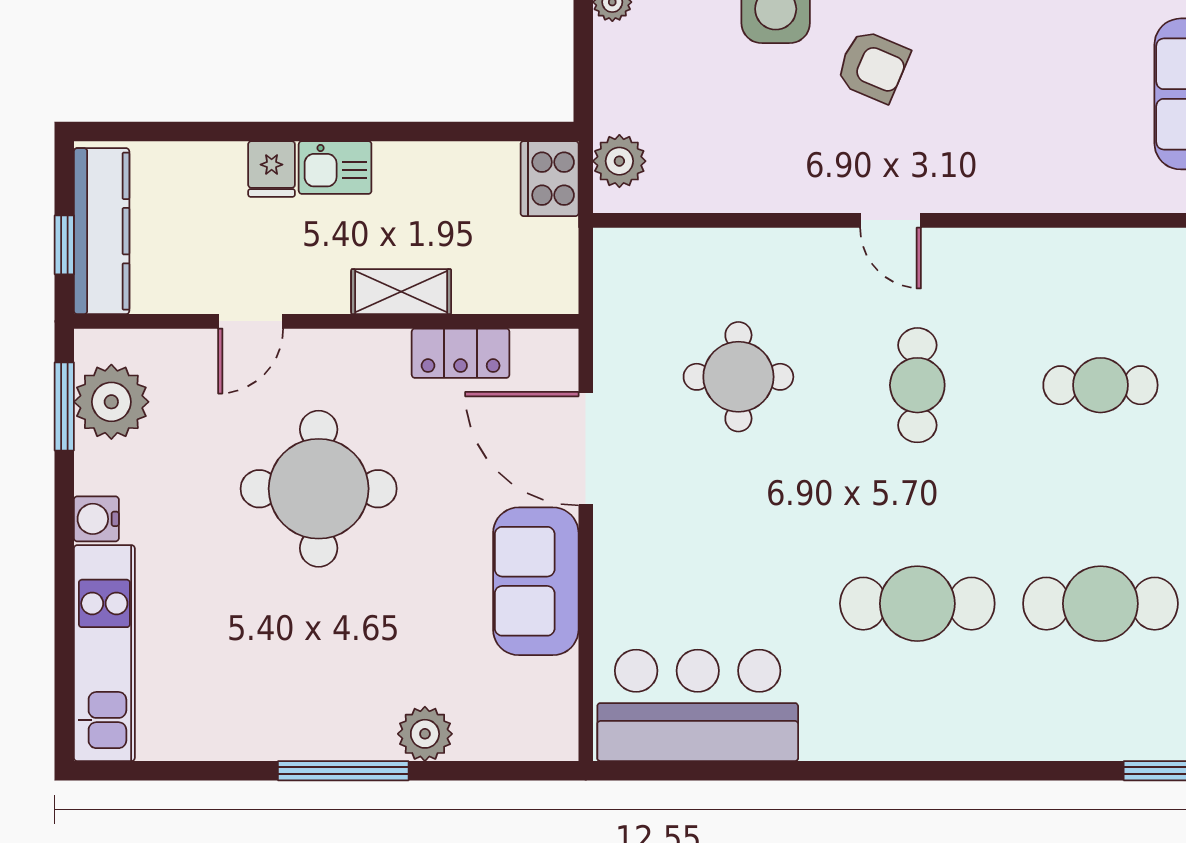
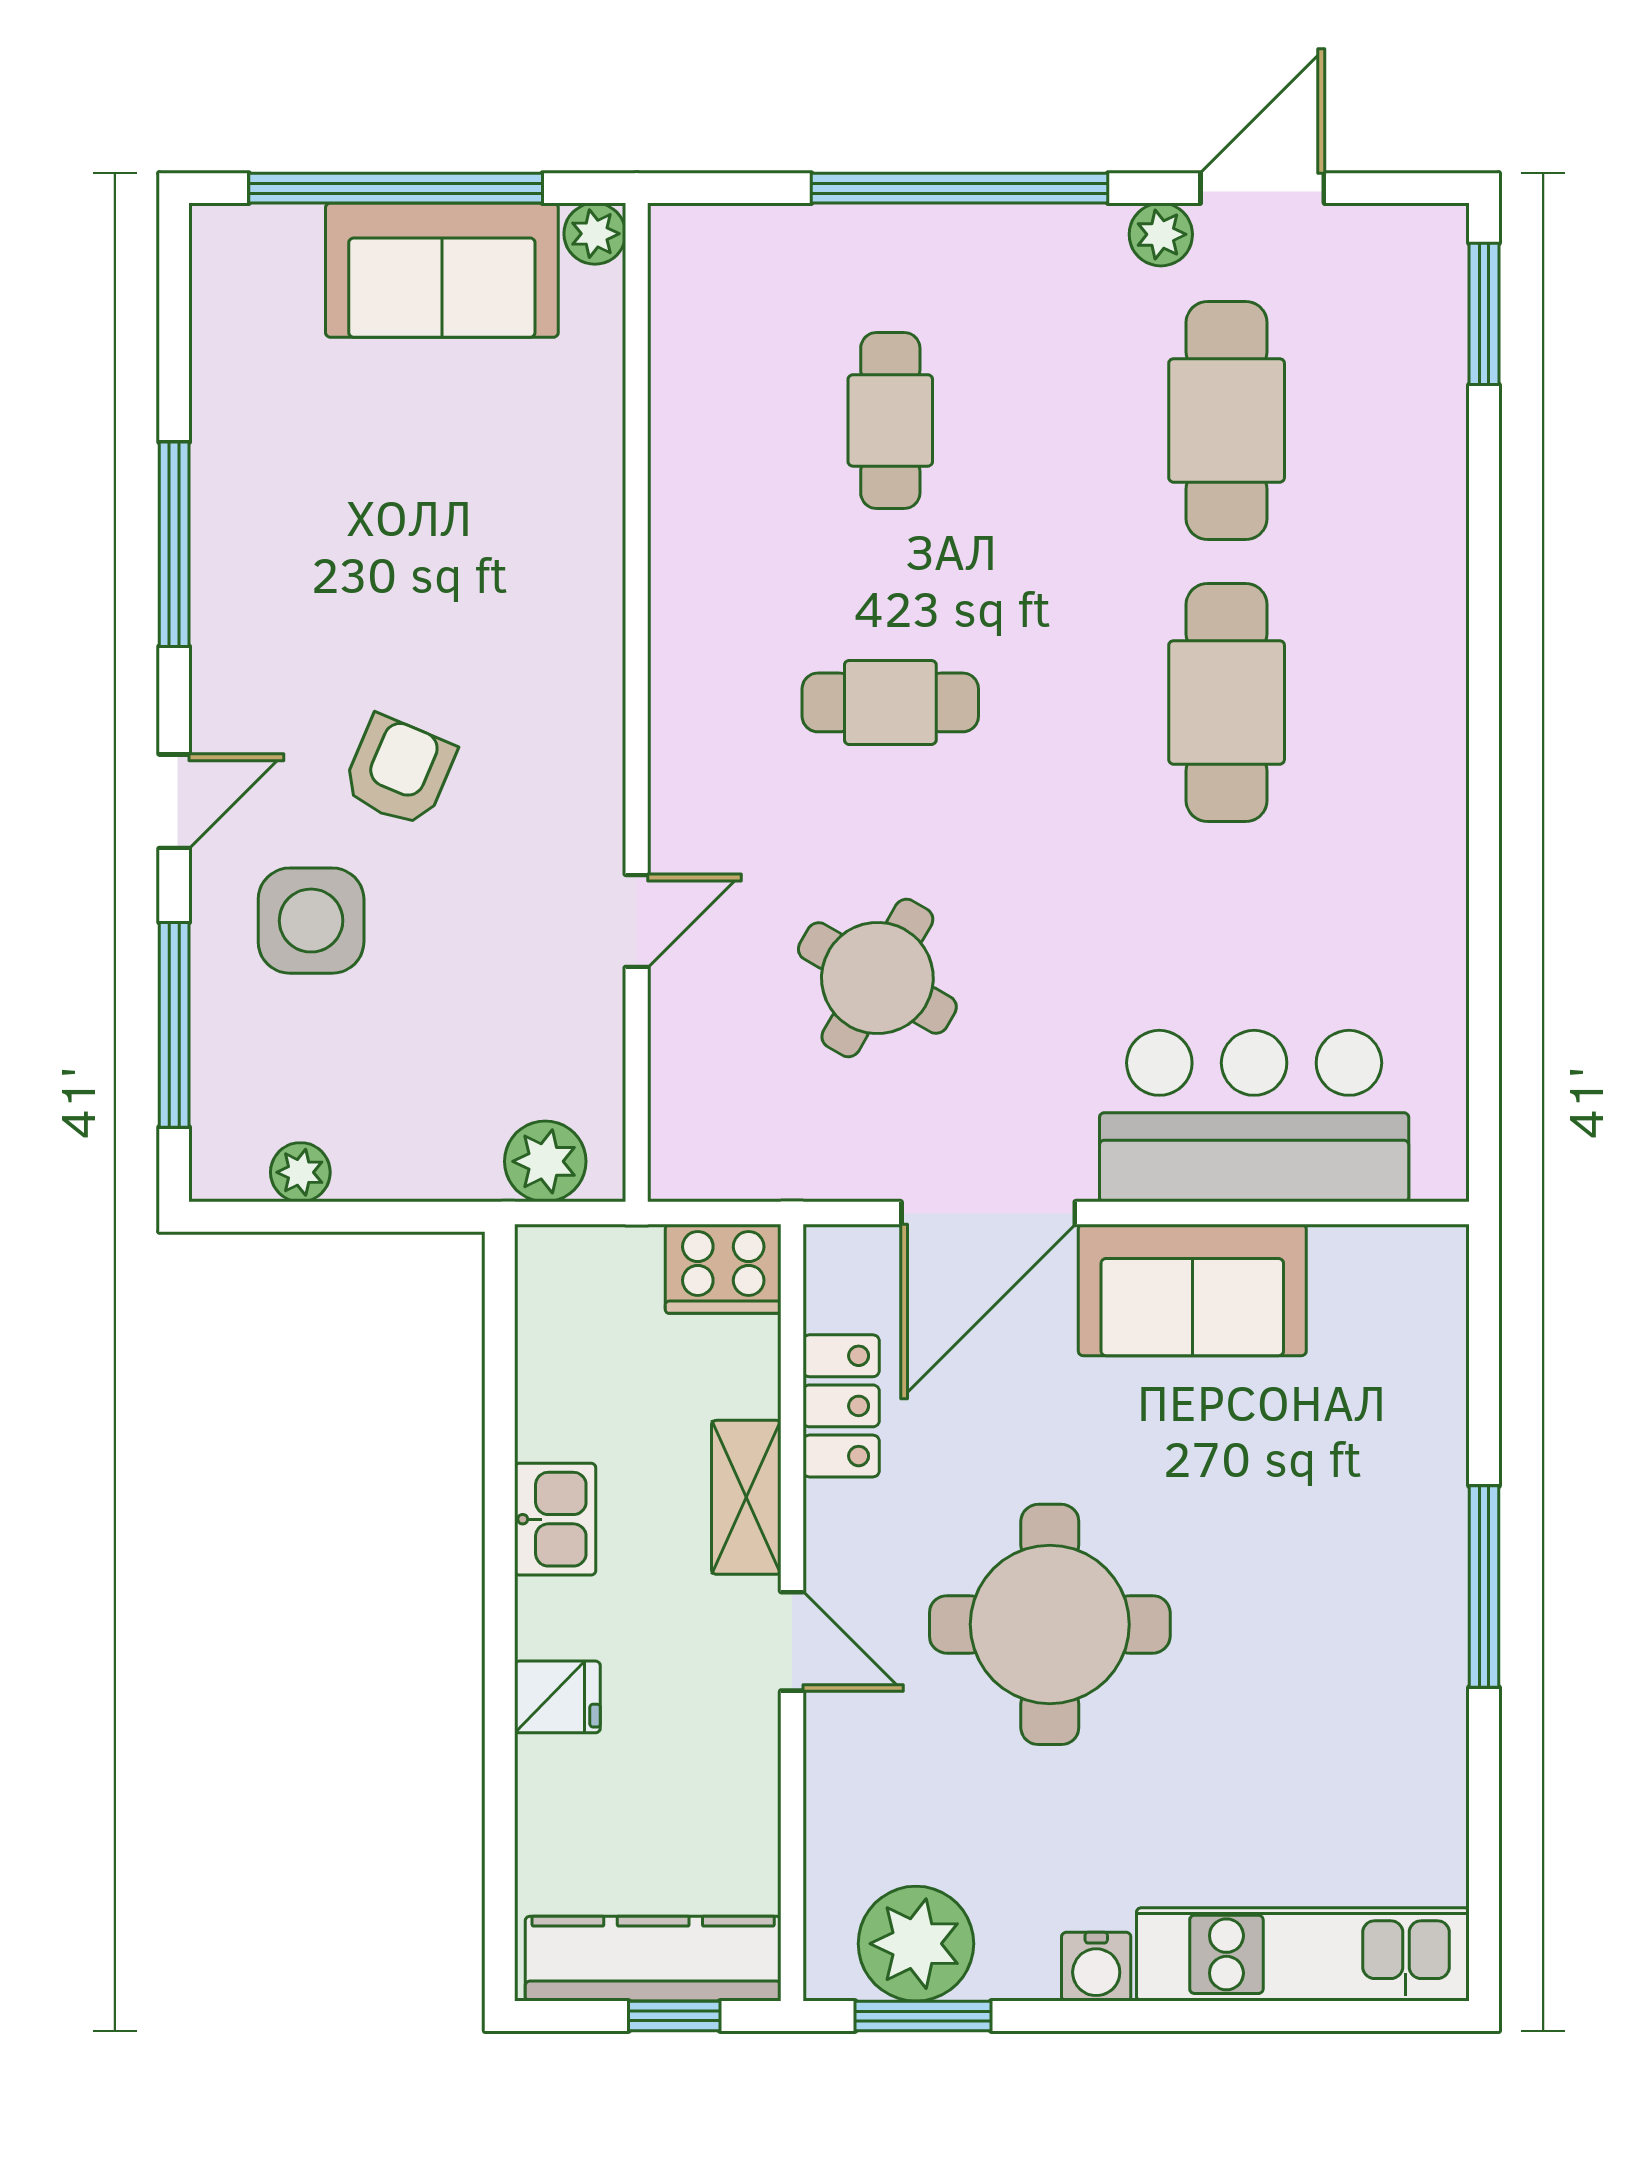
kitchen sink: (335, 168) -> (555, 1519), moved
cooker: (550, 179) -> (723, 1269), moved
door: (891, 220) -> (637, 921), moved
door: (251, 321) -> (792, 1641), moved
round table: (738, 377) -> (877, 978), turned 30
bar counter: (698, 705) -> (1254, 1116), moved, turned 90
plant: (425, 734) -> (1427, 1461), removed

